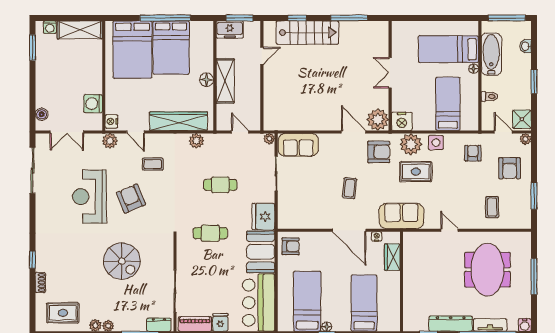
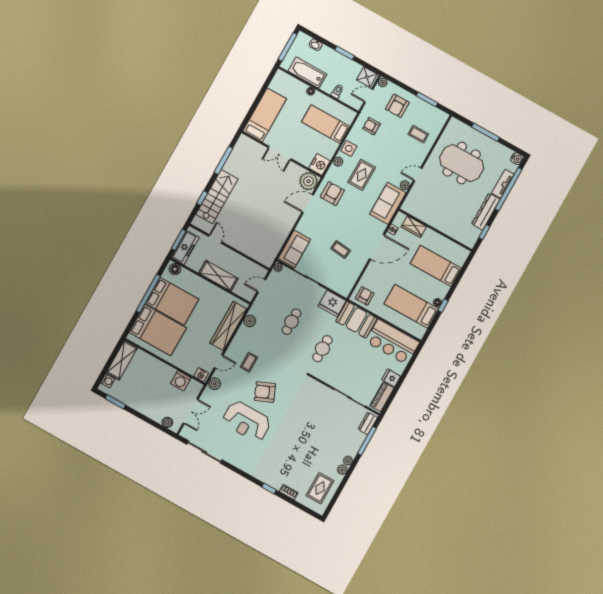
freezer: (230, 30) -> (185, 248), width x1.40
bed: (448, 49) -> (265, 115), moved, turned 180
floor lamp: (207, 80) -> (175, 269), moved
plant: (411, 144) -> (338, 162), width x0.53, depth x0.53
armchair: (510, 168) -> (397, 106), turned 90
coffee table: (350, 188) -> (341, 249), moved
plant: (431, 223) -> (405, 185), added
spiral stairs: (122, 261) -> (307, 424), removed

